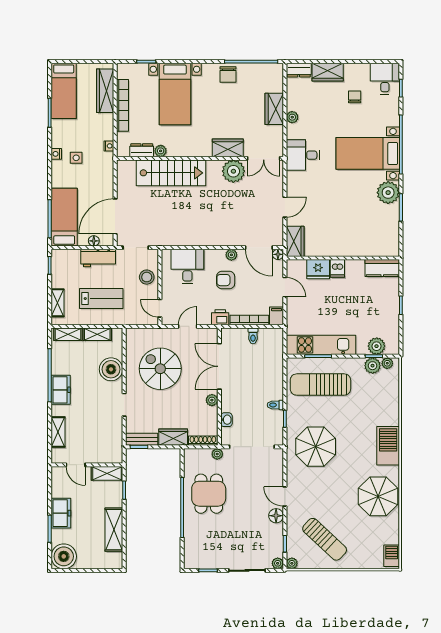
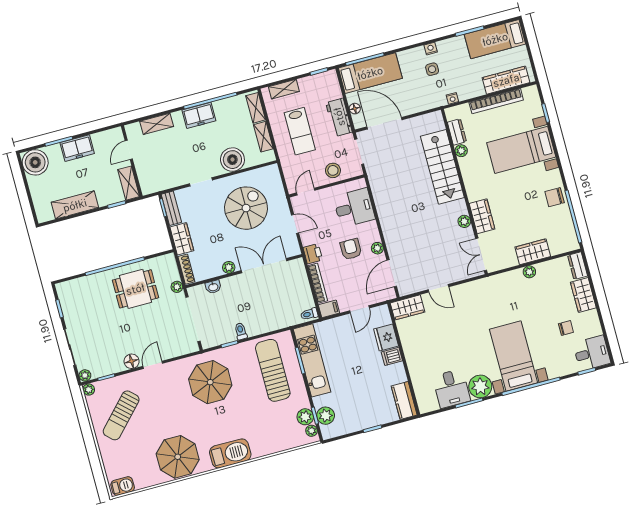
desk: (303, 155) -> (451, 388), moved, turned 180
plant: (233, 171) -> (464, 221), width x0.53, depth x0.53
floor lamp: (278, 254) -> (390, 294), removed
toilet: (253, 336) -> (309, 314), moved

